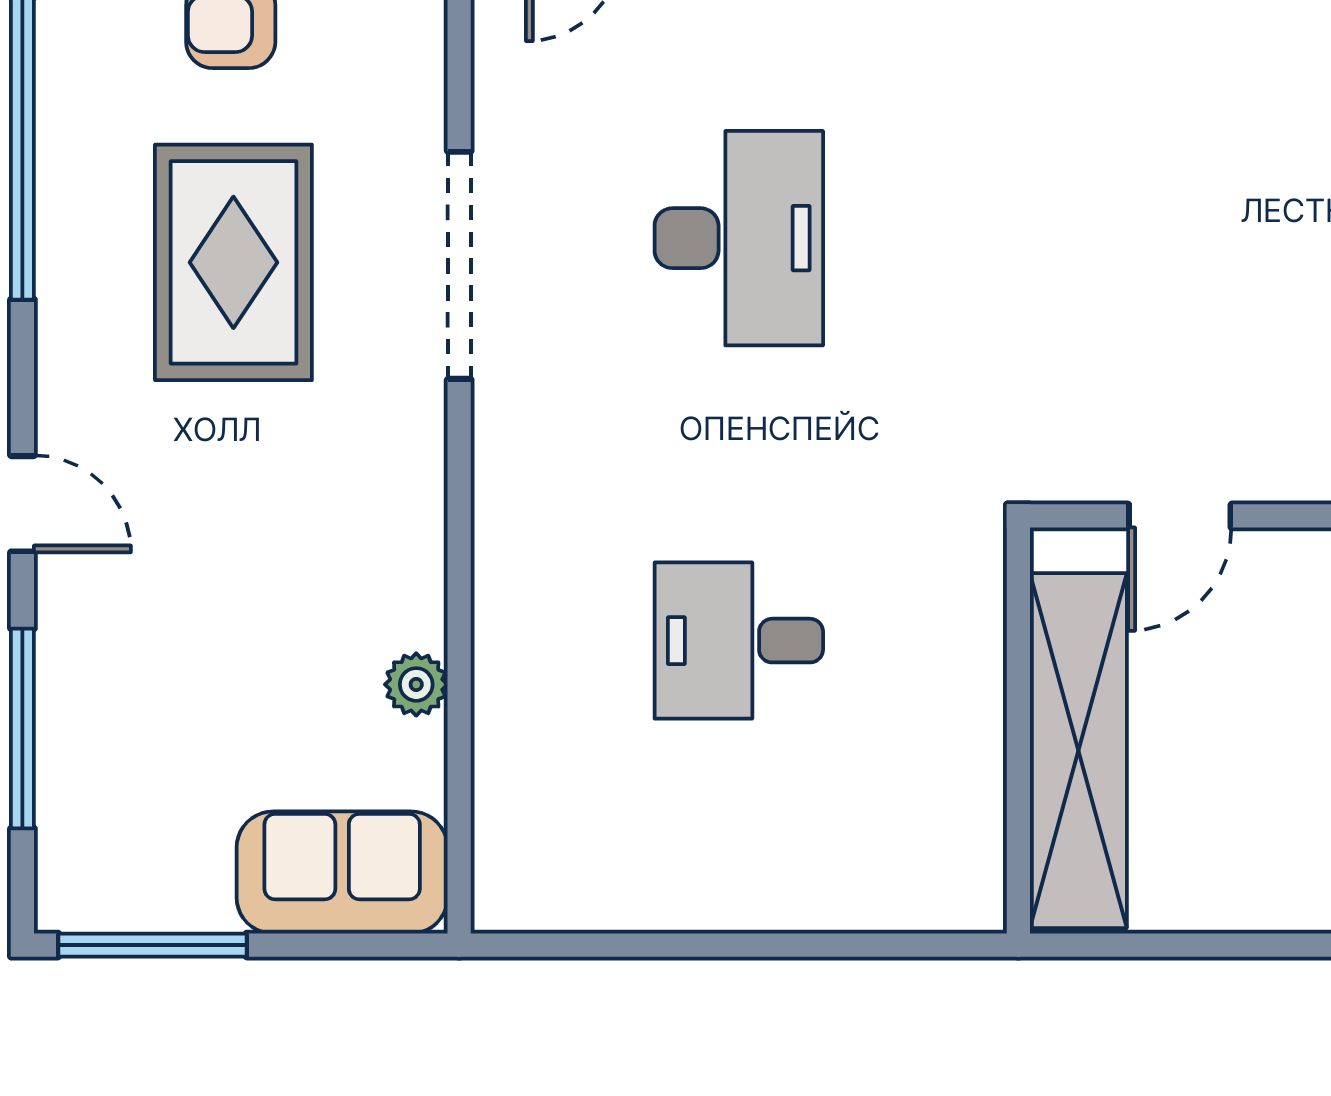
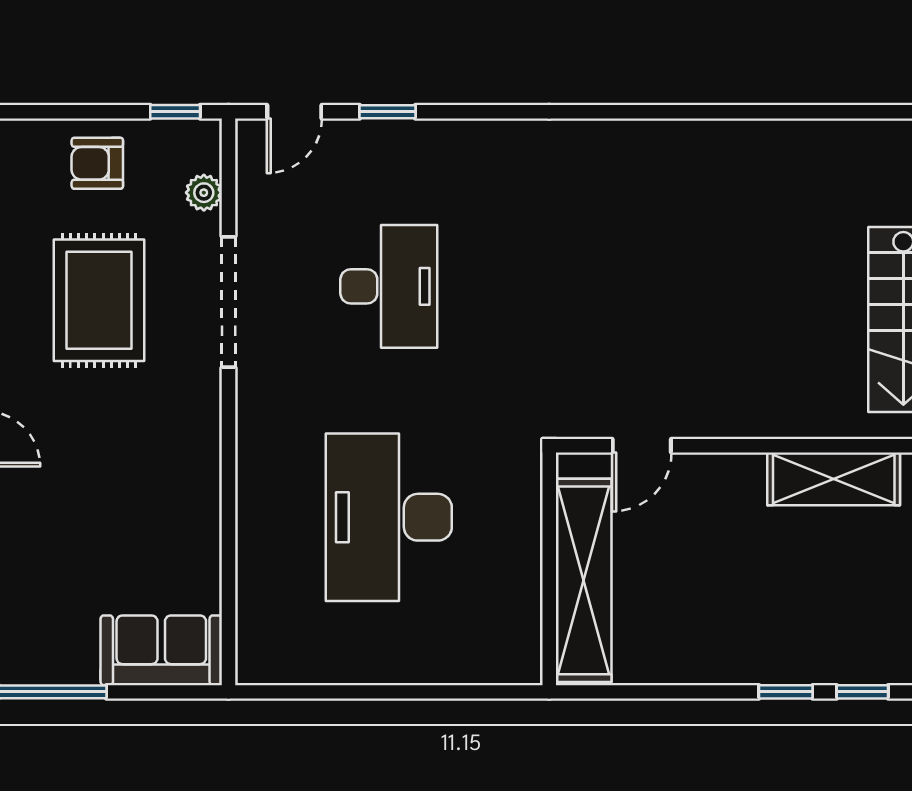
desk: (739, 641) -> (389, 517), width x1.87, depth x1.30
plant: (416, 684) -> (204, 193), moved

